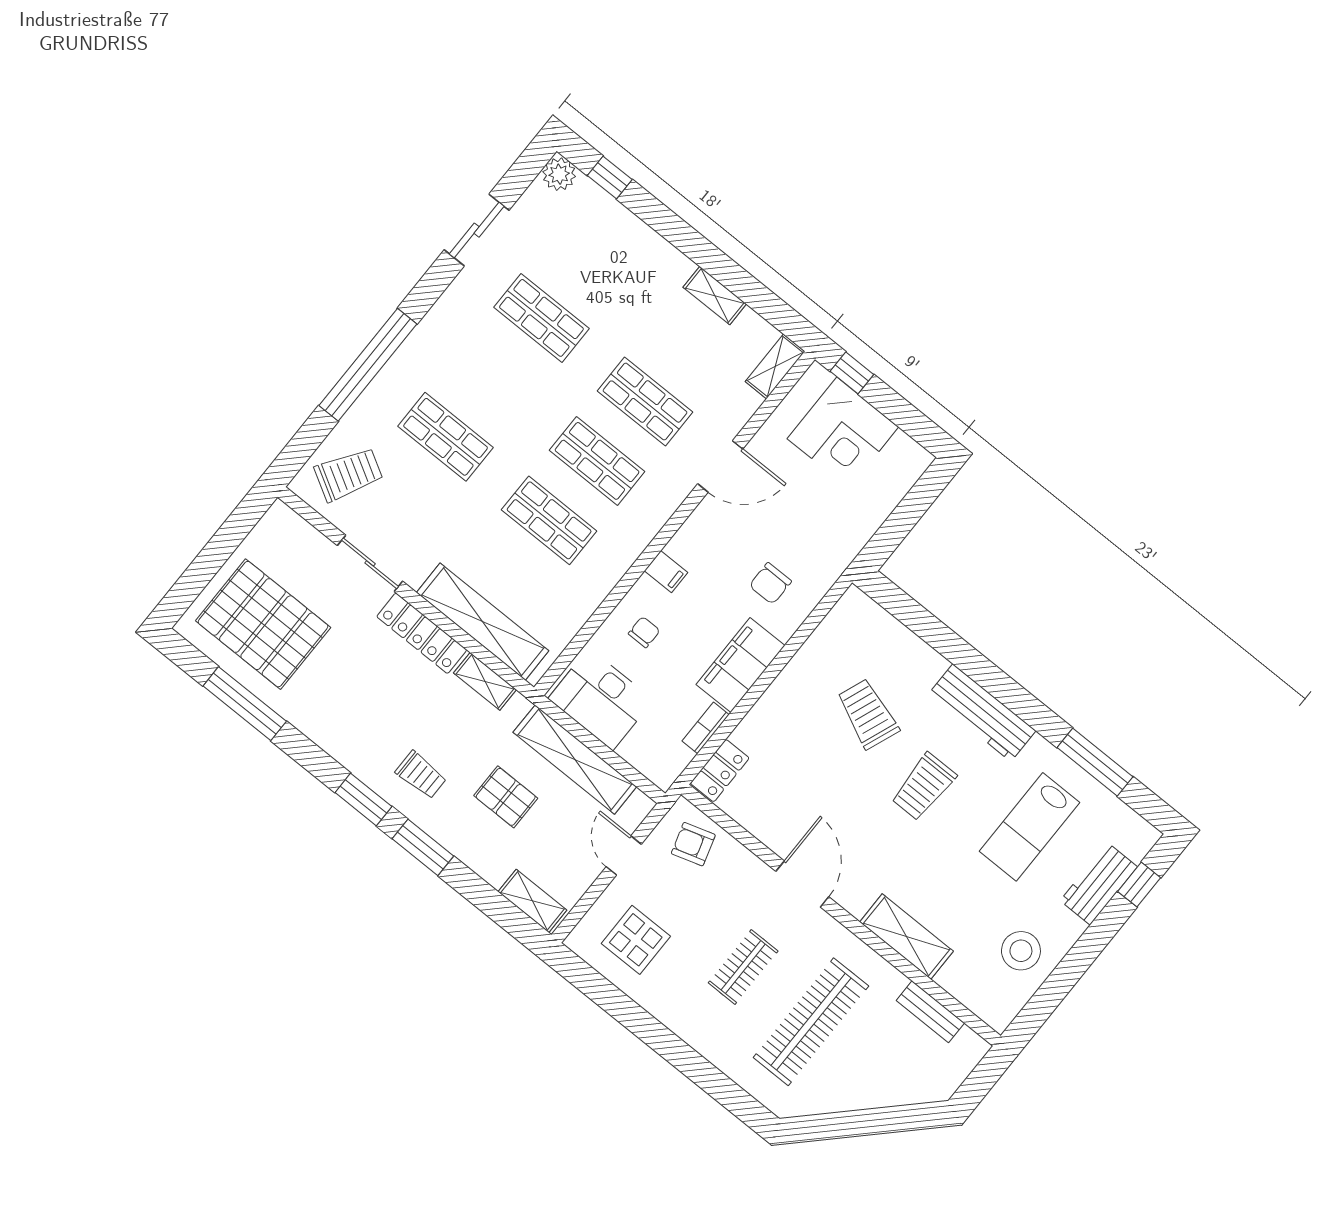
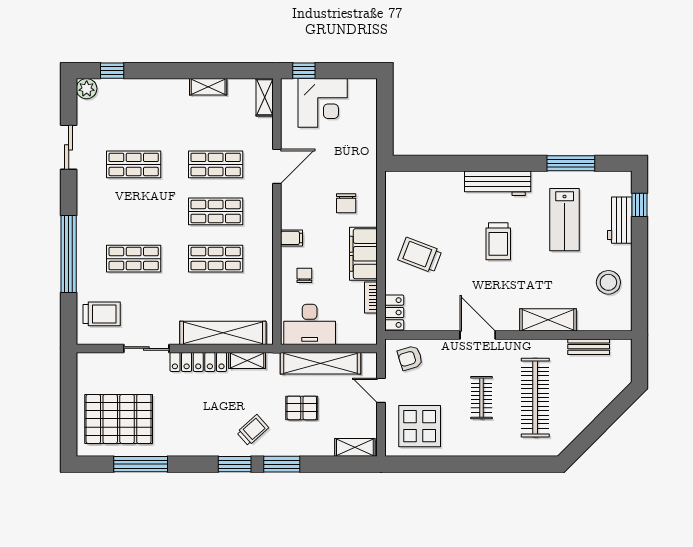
trolley: (349, 474) -> (102, 314), turned 60
trolley: (868, 714) -> (420, 255), moved
trolley: (421, 775) -> (253, 430), turned -42
display table: (636, 940) -> (420, 426), width x1.36, depth x1.36

